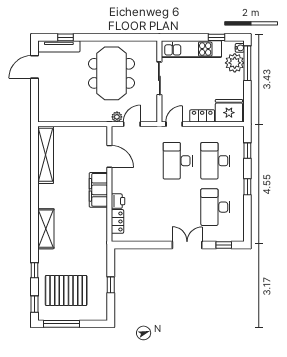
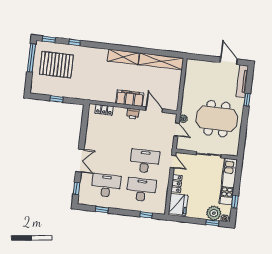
window: (66, 37) -> (247, 100), moved
window: (247, 63) -> (212, 223), width x0.46
door: (109, 156) -> (154, 110), swing flipped
window: (247, 187) -> (102, 210), moved
printer: (118, 201) -> (133, 114), moved
shelving: (46, 229) -> (123, 57), moved
pallet: (66, 290) -> (56, 65), turned 90

